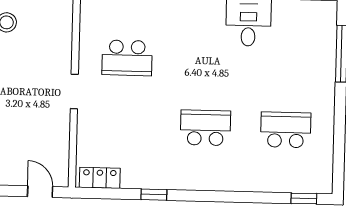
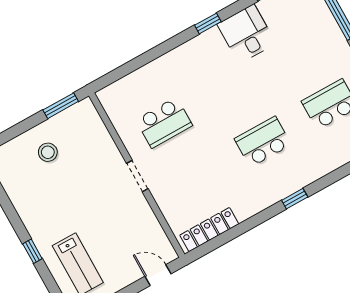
locker: (100, 178) -> (209, 230), width x1.53
window: (154, 195) -> (295, 199), moved

